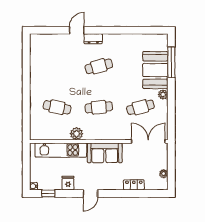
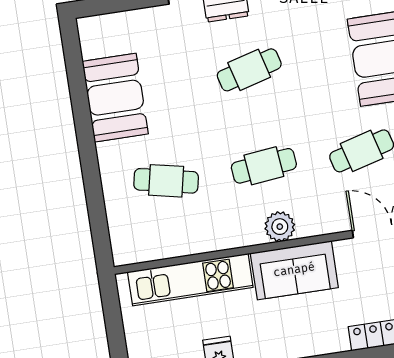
booth: (41, 69) -> (115, 98), added
plant: (76, 134) -> (280, 227), moved

